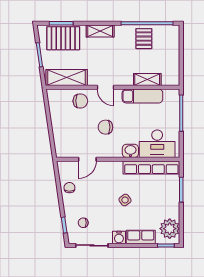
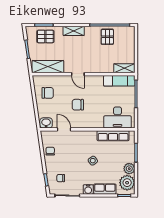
pallet: (63, 38) -> (45, 36), width x0.67, depth x0.71
shelving: (147, 80) -> (124, 68), moved
exam couch: (142, 96) -> (119, 81), moved
chair: (80, 101) -> (48, 93), moved
washbasin: (130, 151) -> (46, 123), moved
door: (87, 159) -> (64, 129), swing flipped
row of seats: (151, 167) -> (113, 136), width x0.73
plant: (172, 210) -> (129, 169), added

